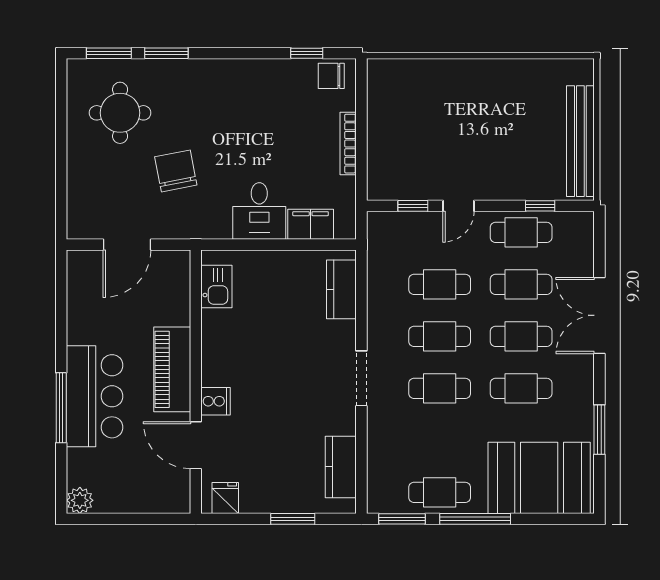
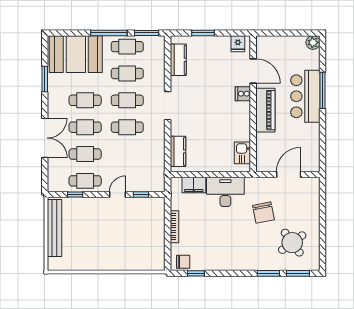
round table: (120, 113) -> (292, 243), turned -36
desk: (259, 211) -> (225, 192), width x1.37
cafe table: (440, 284) -> (127, 73), moved

